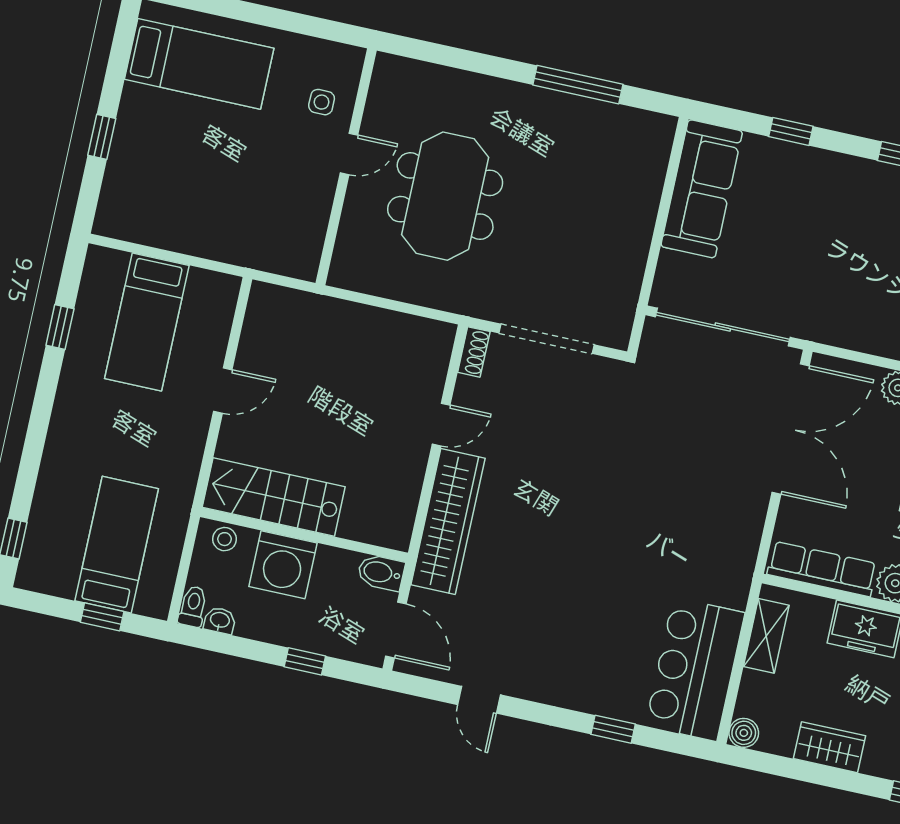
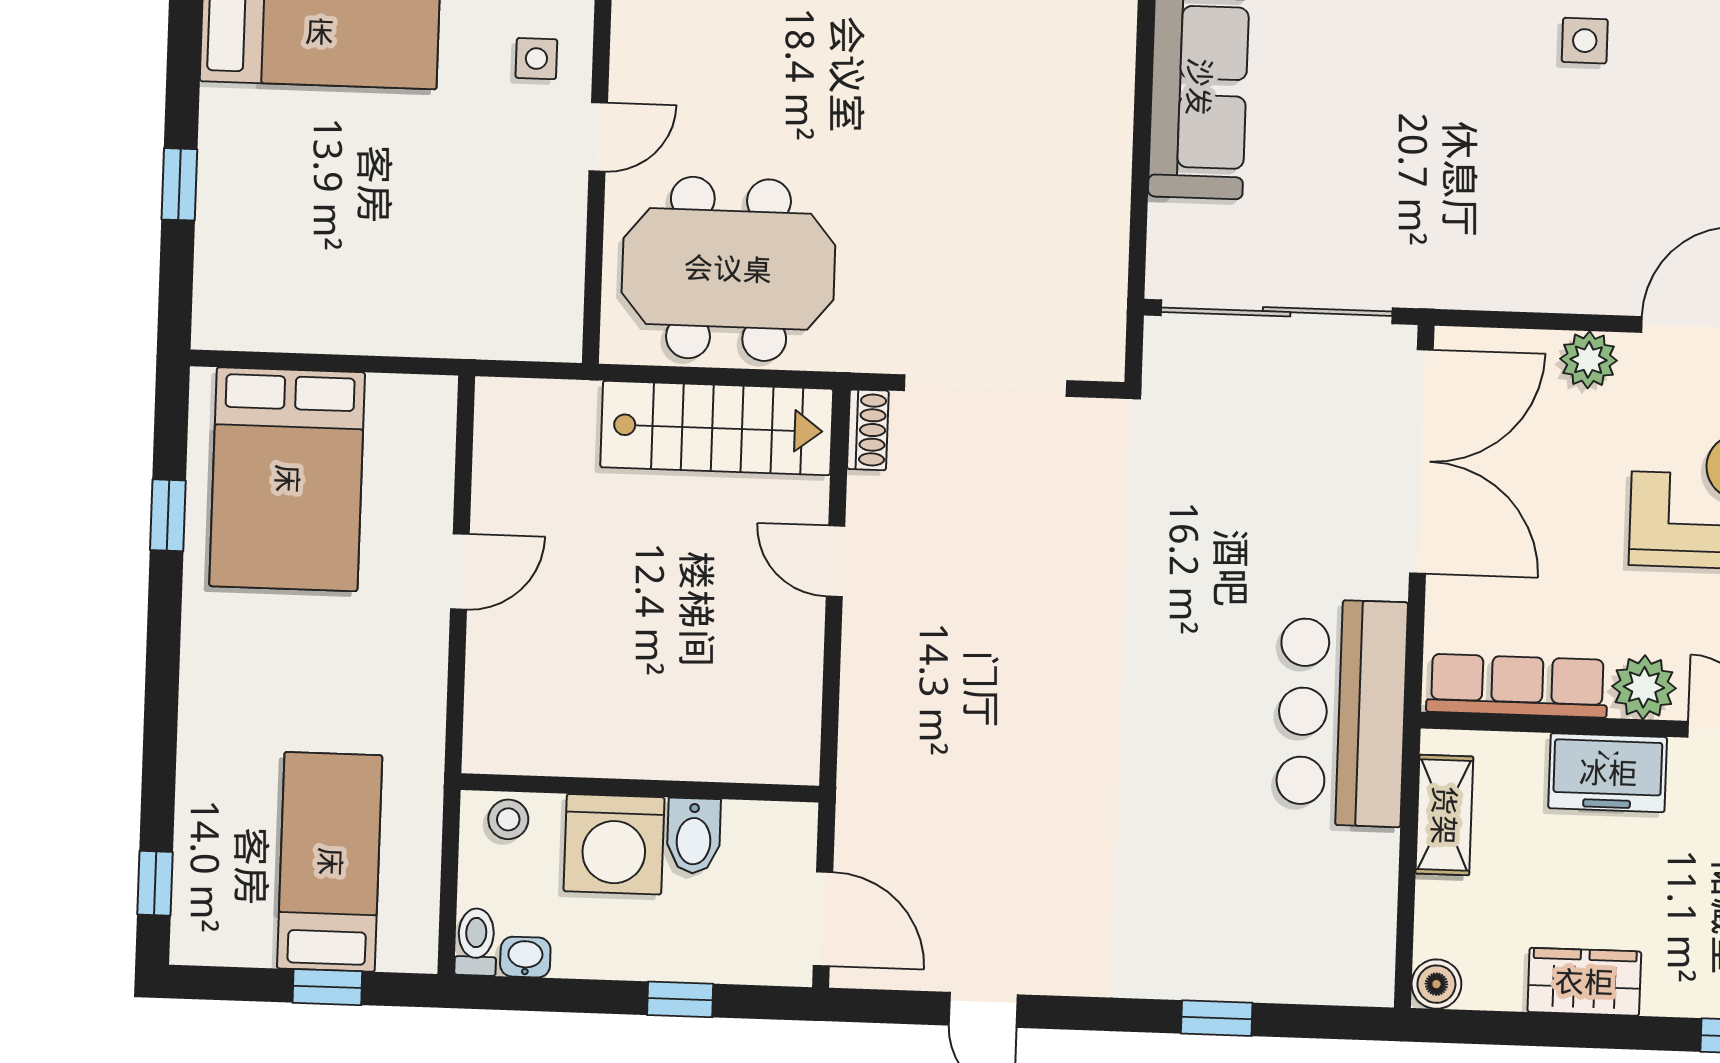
meeting table: (445, 196) -> (728, 269), moved, turned 90
bed: (147, 322) -> (287, 479), width x1.50
door: (441, 425) -> (835, 561), swing flipped
stairs: (274, 497) -> (717, 428), moved, turned 180
wardrobe: (448, 522) -> (877, 721), removed
bidet: (381, 572) -> (694, 836), moved, turned -90
bar counter: (695, 669) -> (1342, 713), moved

